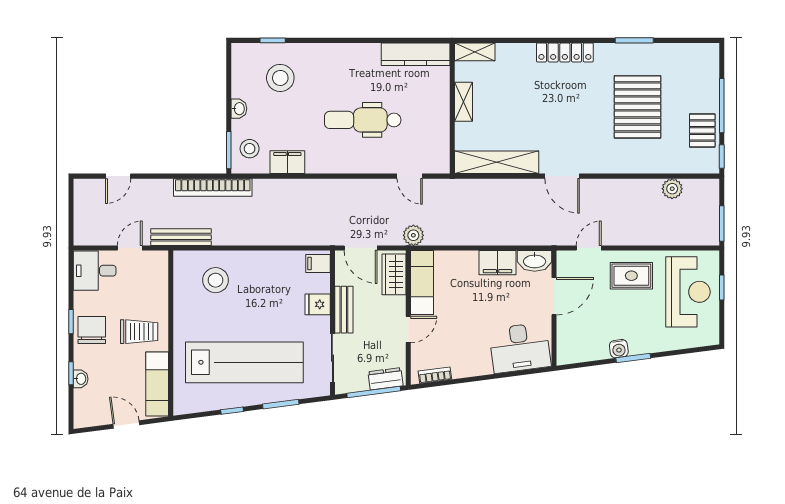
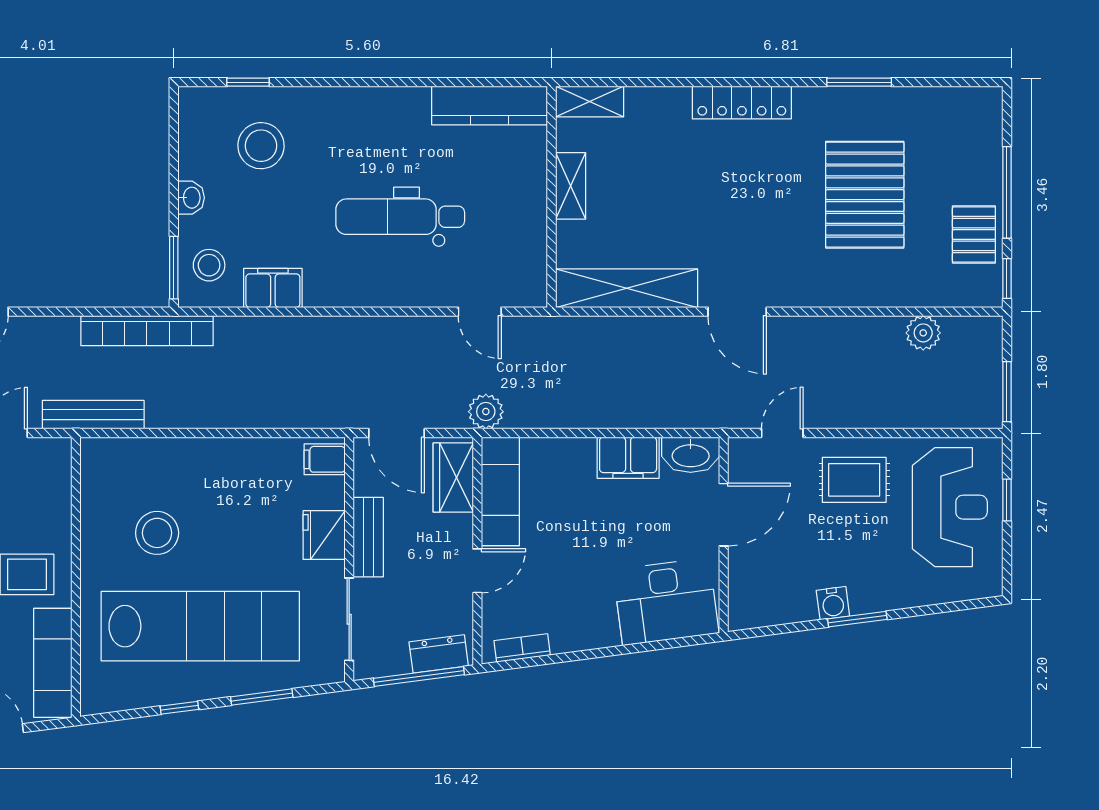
stool: (216, 280) -> (157, 533), moved
fridge: (318, 304) -> (324, 535), width x1.38

